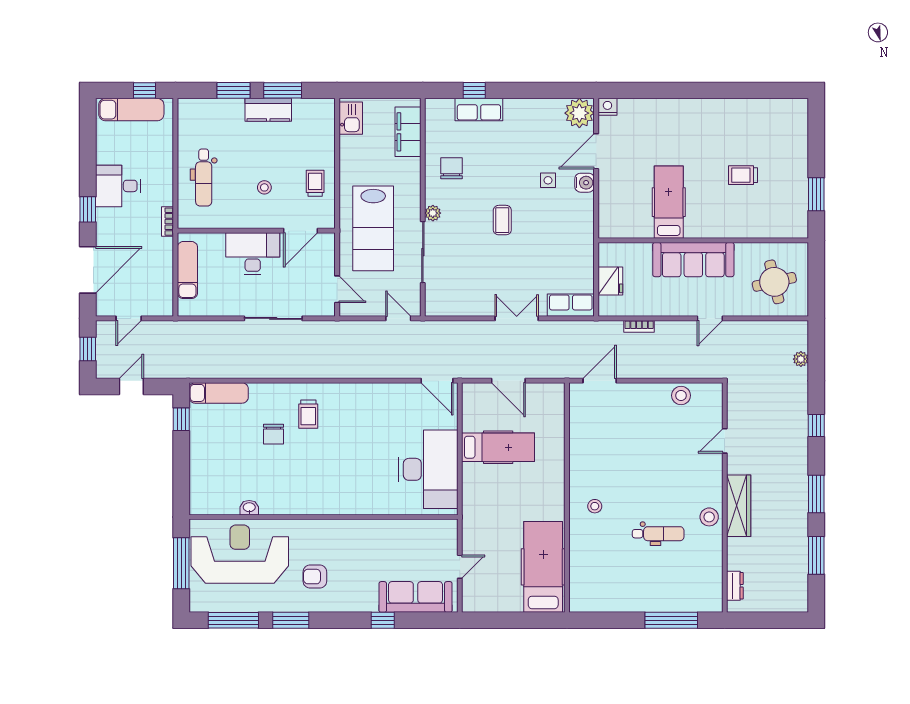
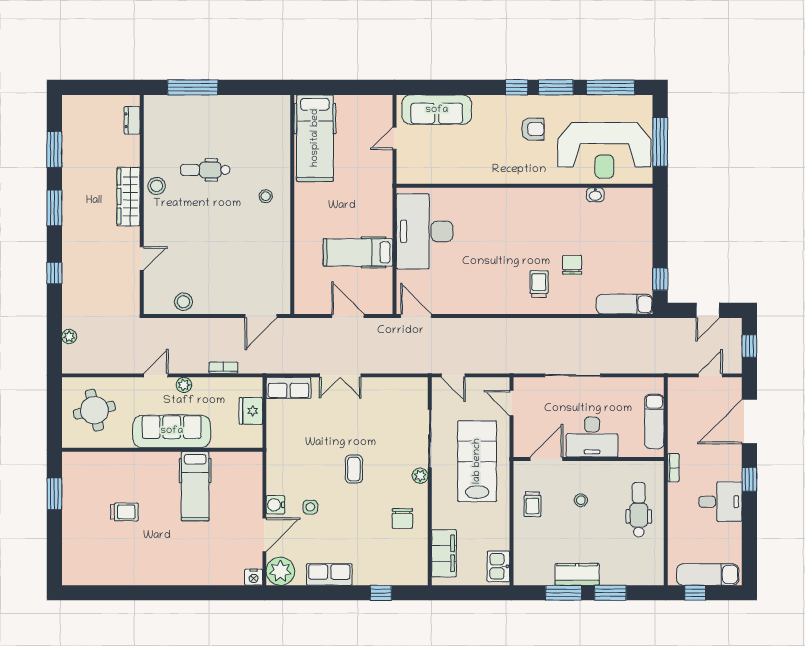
row of seats: (479, 110) -> (329, 574), moved
plant: (681, 308) -> (184, 385), added
window: (383, 620) -> (517, 87), moved

